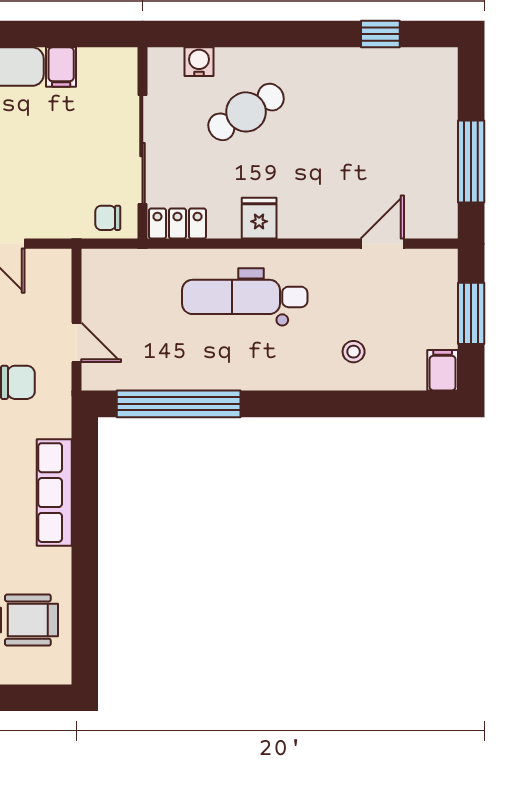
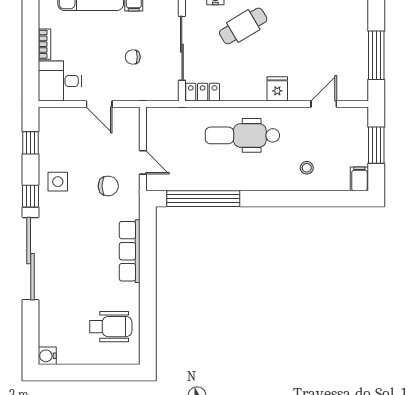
chair: (108, 218) -> (133, 57), moved
fridge: (259, 218) -> (277, 89), moved

